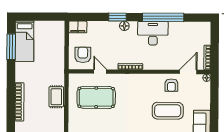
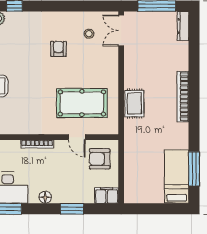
window: (117, 17) -> (72, 209), moved
armchair: (83, 55) -> (100, 159), turned 90

